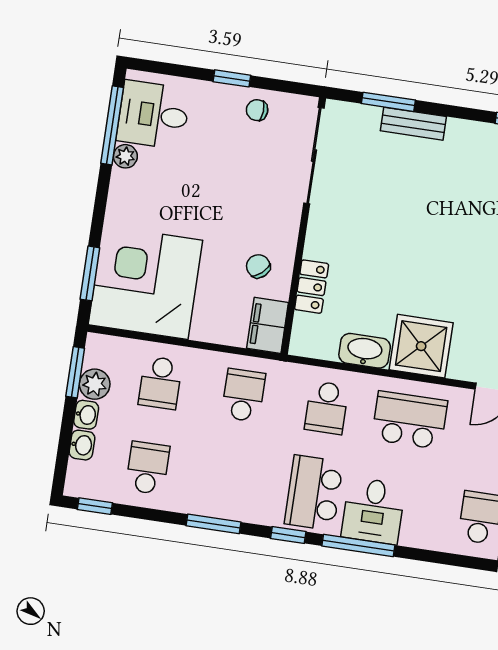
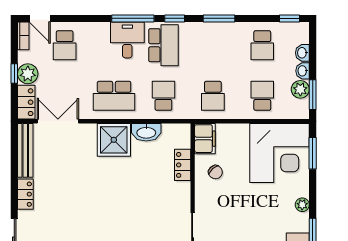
plant: (125, 156) -> (302, 205), moved

